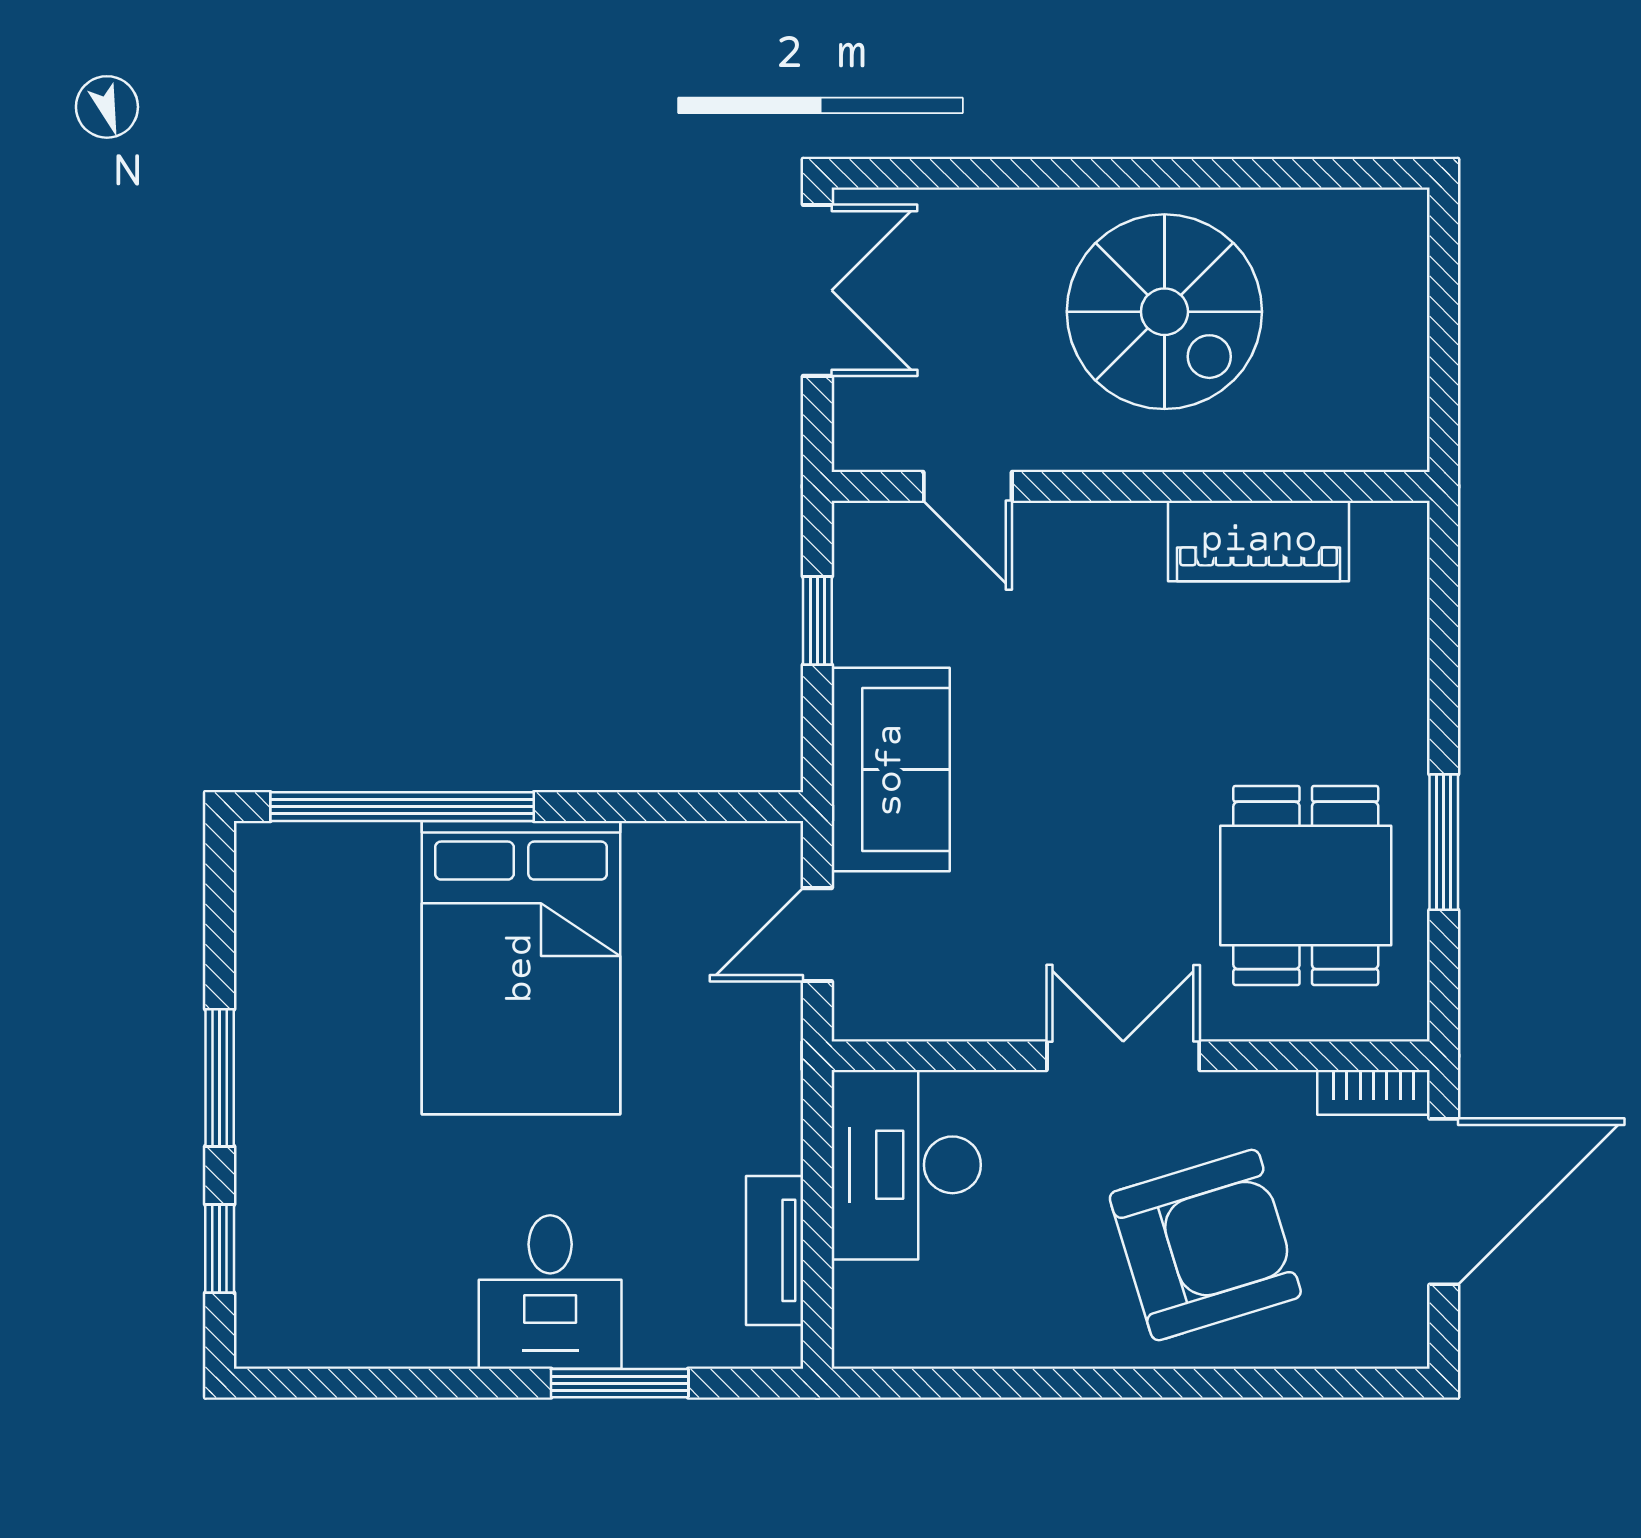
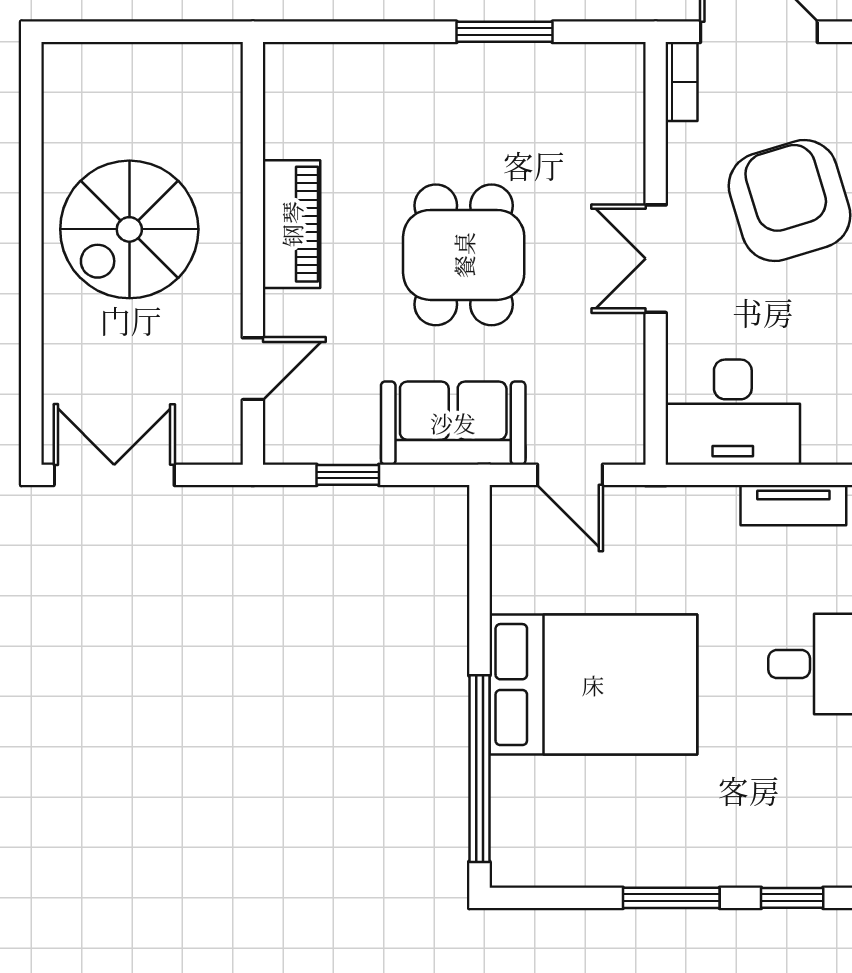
spiral stairs: (1164, 312) -> (129, 229), turned 180
piano: (1259, 541) -> (292, 224), moved
dining table: (1306, 885) -> (464, 255), moved, turned 90

